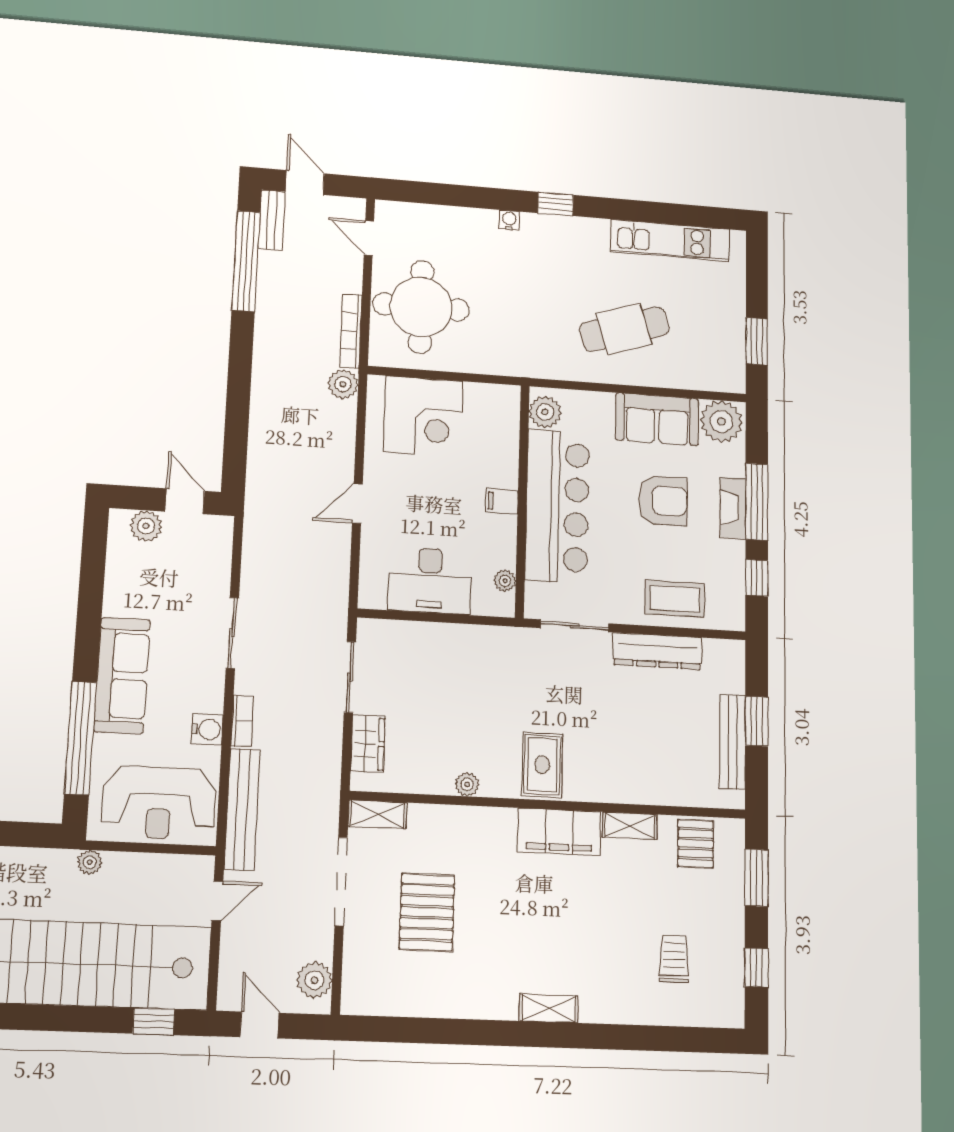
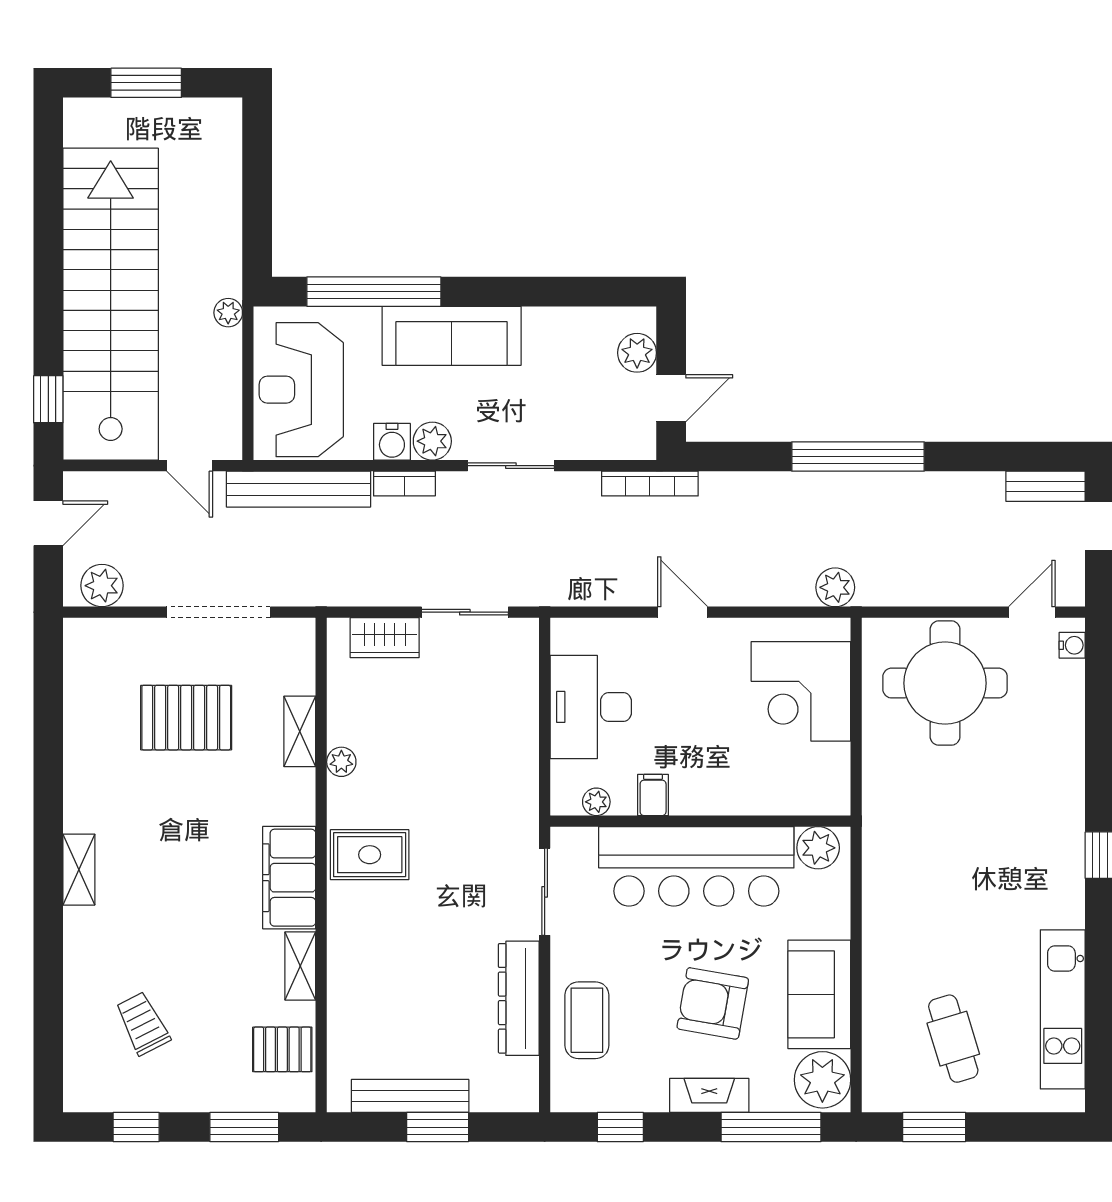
water cooler: (509, 220) -> (1072, 645), moved
window: (246, 261) -> (858, 457), moved
cafe table: (624, 329) -> (953, 1039), moved, width x0.73, depth x0.74
bookcase: (351, 331) -> (650, 484), moved, turned 180
filing cabinet: (502, 501) -> (653, 795), moved
armchair: (663, 501) -> (713, 1003), turned 100
window: (757, 502) -> (771, 1127), moved
plant: (209, 696) -> (432, 441), added
shelving: (377, 814) -> (300, 731), moved
trolley: (674, 959) -> (143, 1024), turned -117

